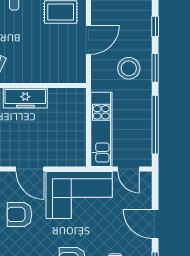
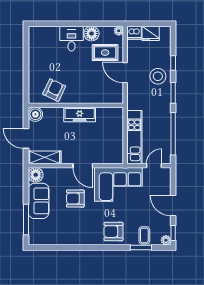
door: (88, 40) -> (125, 73), swing flipped
stool: (129, 68) -> (158, 76), moved
door: (129, 169) -> (154, 166), swing flipped

